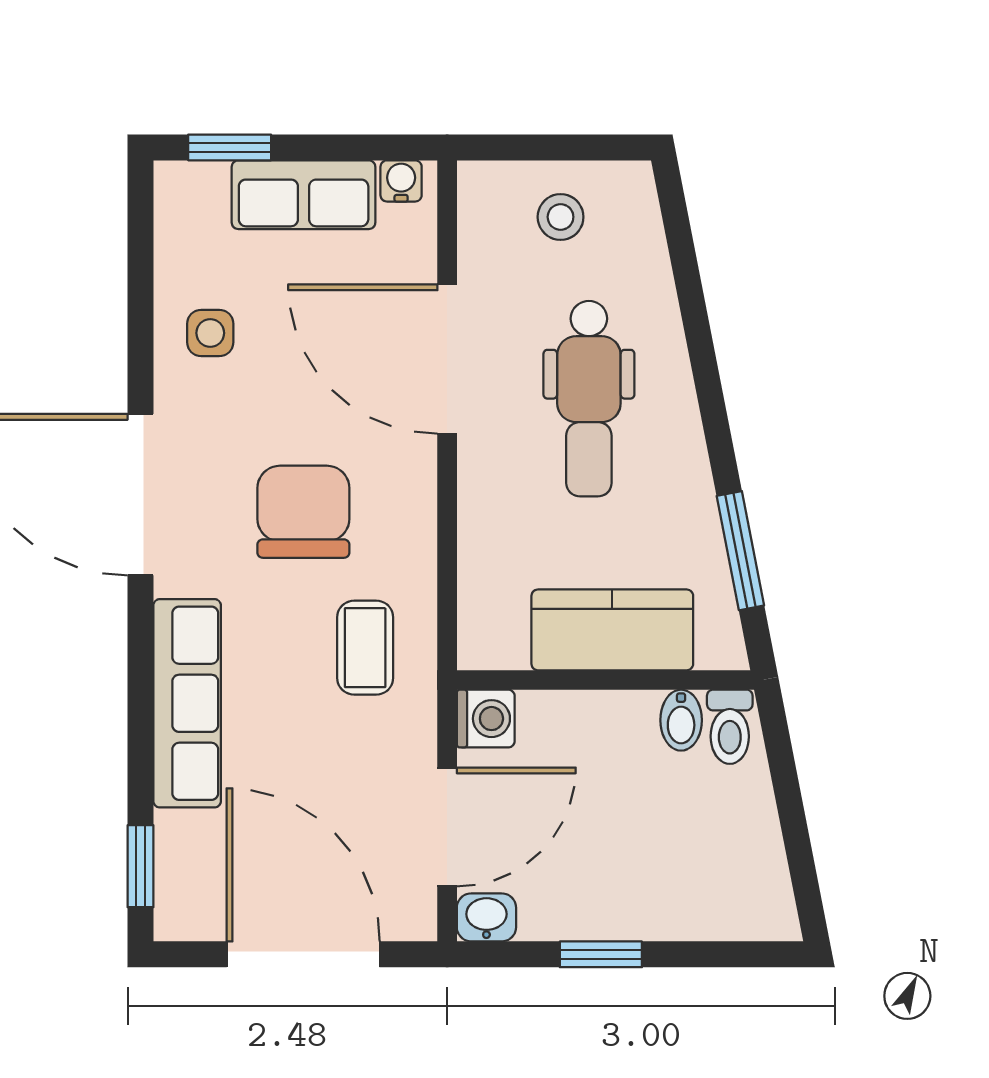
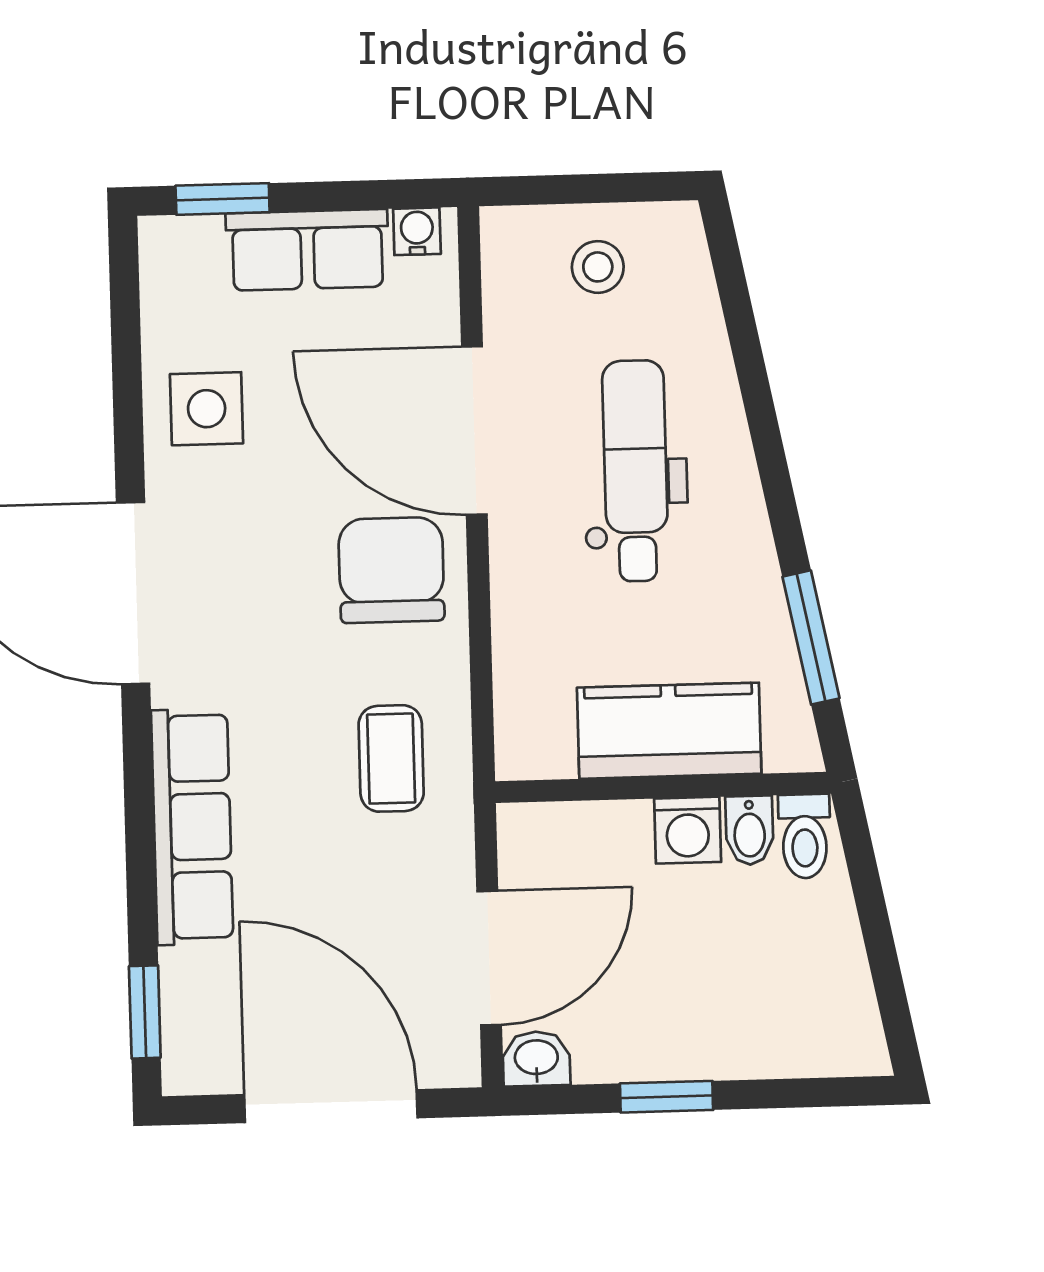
side table: (210, 333) -> (207, 409), width x1.37, depth x1.37
dental chair: (589, 399) -> (635, 471), turned 180
chair: (303, 512) -> (391, 570), moved
washing machine: (486, 719) -> (688, 830), moved, turned 90

